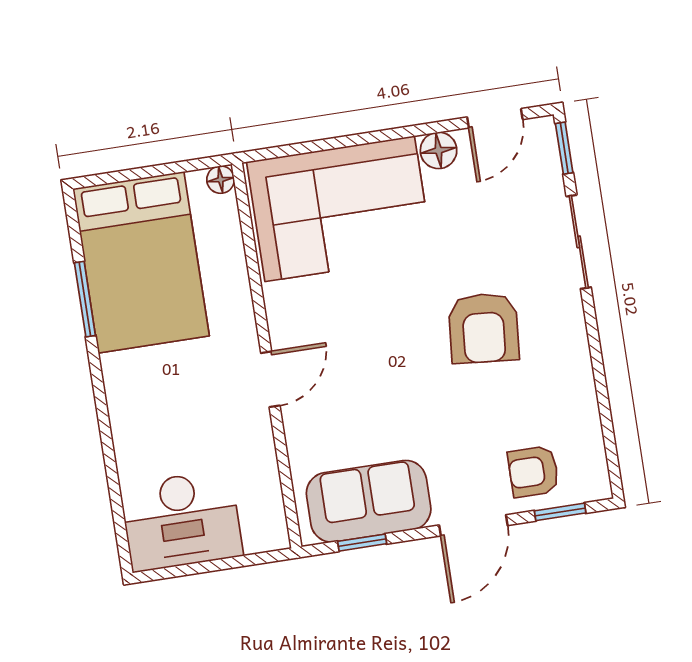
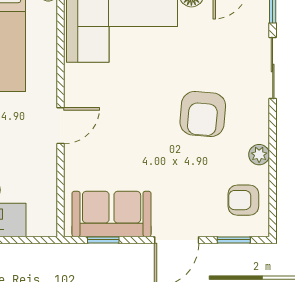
plant: (579, 376) -> (259, 155), added
armchair: (533, 472) -> (243, 200), moved

